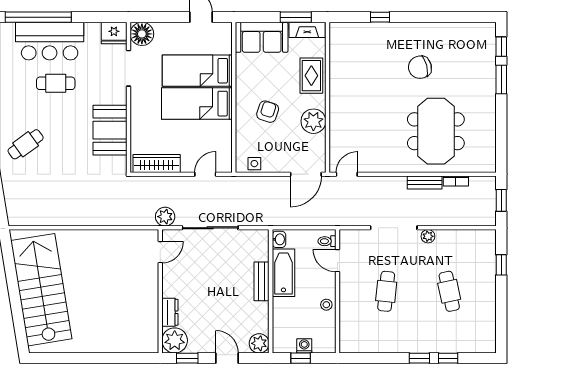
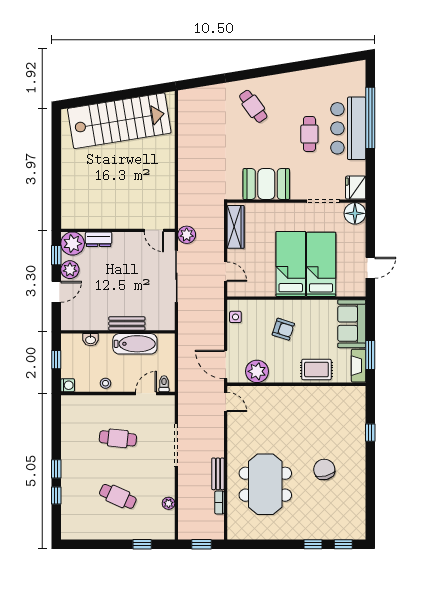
window: (501, 79) -> (313, 544), width x0.67
plant: (313, 121) -> (257, 371), moved
meeting table: (436, 131) -> (265, 484), turned 90
plant: (428, 236) -> (169, 503), moved
washbasin: (279, 239) -> (91, 340), moved
cafe table: (449, 291) -> (118, 496), turned 36
plant: (259, 343) -> (70, 270), moved
washing machine: (304, 346) -> (68, 385), moved

